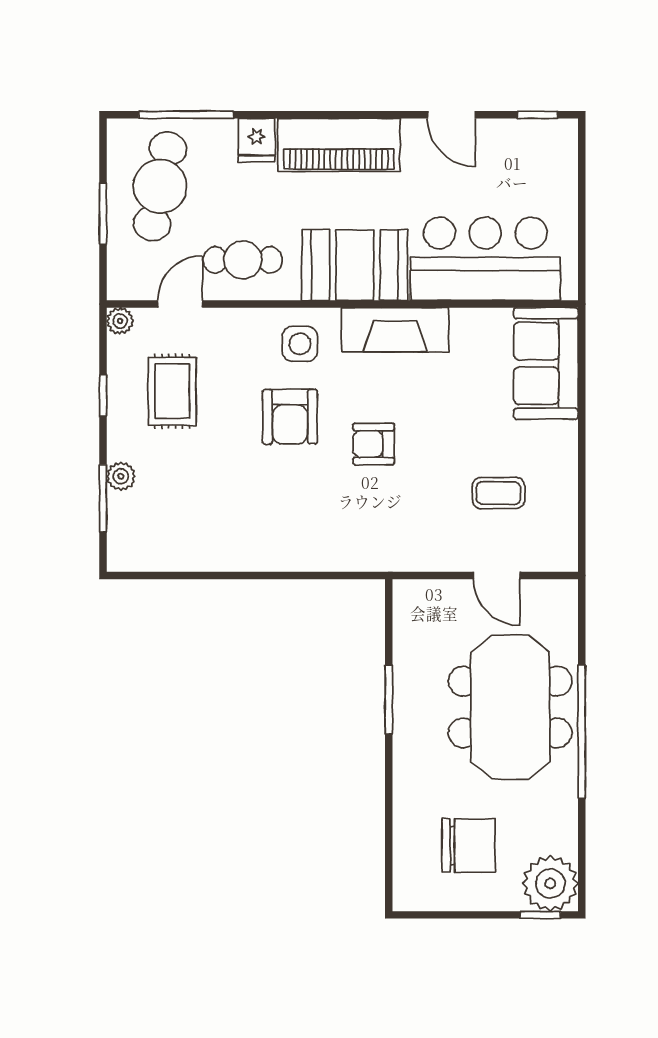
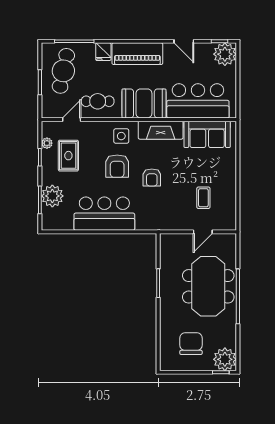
plant: (550, 146) -> (225, 54), added
plant: (120, 321) -> (47, 143), moved
sofa: (546, 363) -> (207, 134), moved, turned -90
armchair: (374, 444) -> (152, 177), turned -90
plant: (121, 476) -> (52, 196), width x1.88, depth x1.88
coffee table: (498, 493) -> (203, 198), turned 90
bar counter: (259, 531) -> (104, 214), added
door: (497, 576) -> (203, 232), hinge flipped
chair: (468, 846) -> (191, 344), turned -90

